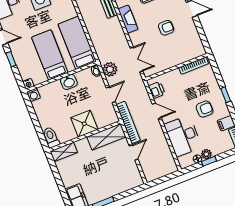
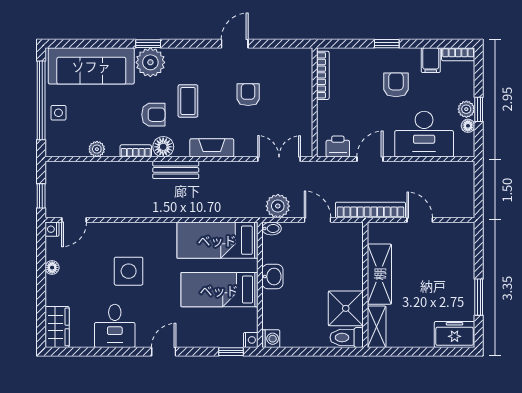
window: (11, 59) -> (231, 352), moved
shower: (84, 124) -> (346, 308), moved
shelving: (106, 137) -> (379, 274), moved

